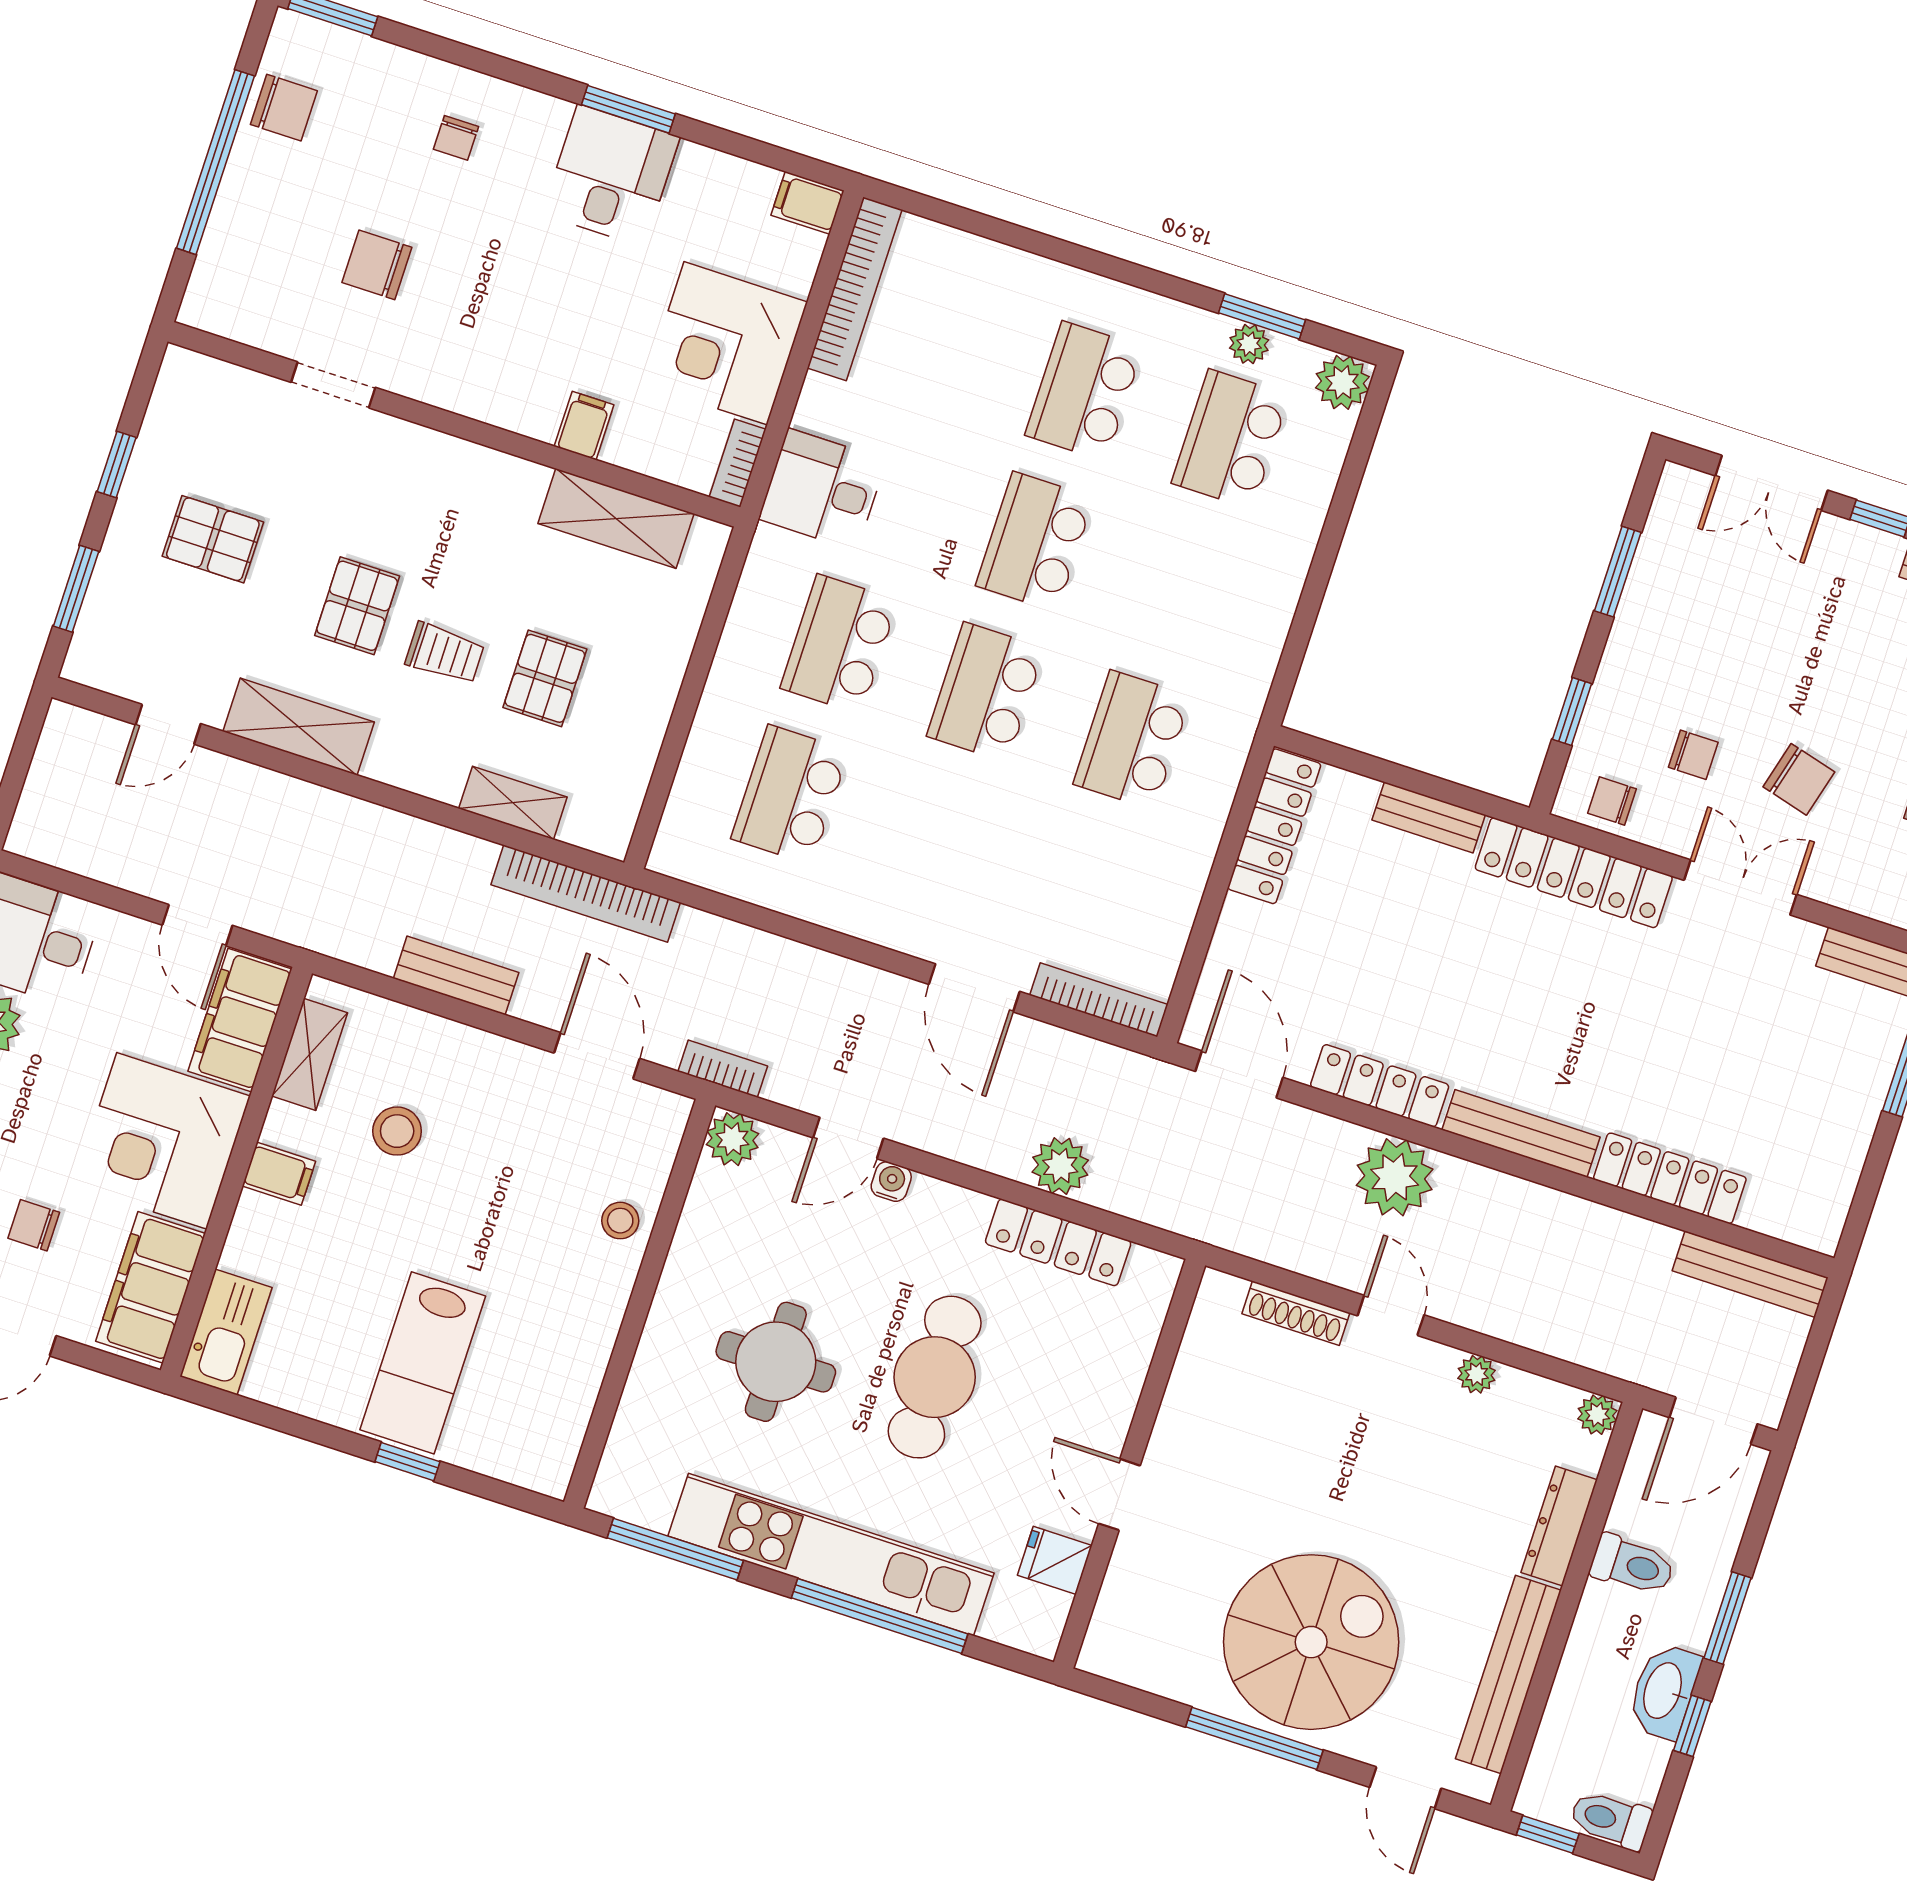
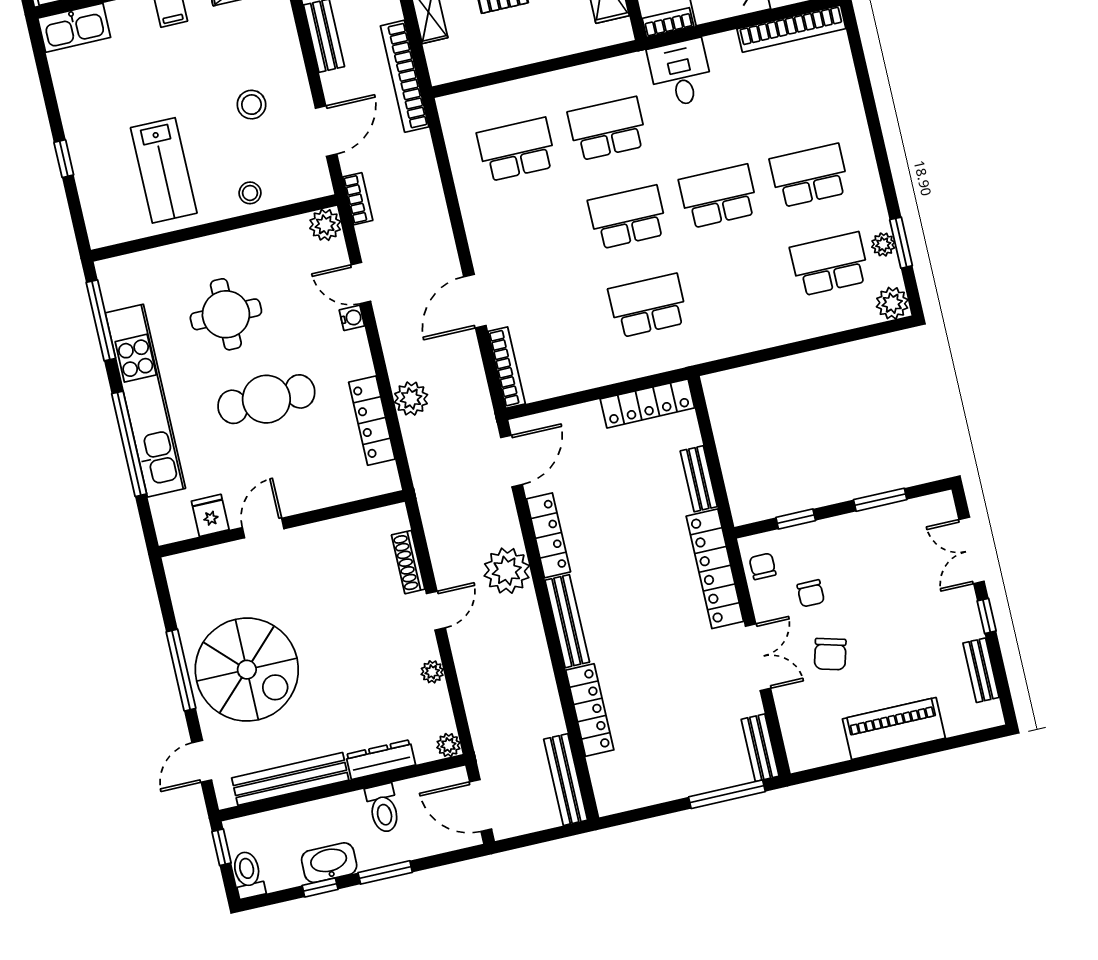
stool: (397, 1131) -> (251, 105), moved
lab bench: (423, 1363) -> (164, 170), moved, turned -90

